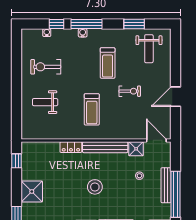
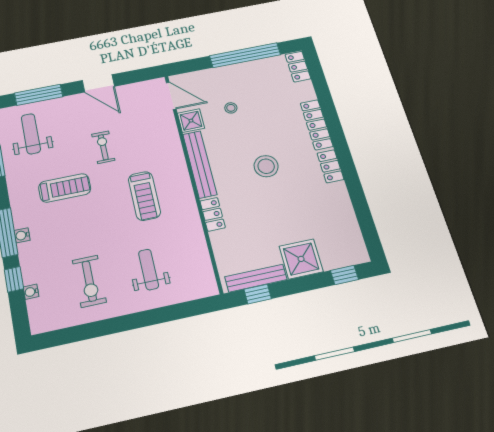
weight bench: (149, 49) -> (31, 134), turned -90
window: (176, 58) -> (39, 95), added
weight bench: (45, 102) -> (149, 269), turned 180
treadmill: (92, 109) -> (144, 196), turned 90
door: (156, 140) -> (171, 96), swing flipped
bench: (166, 185) -> (256, 278), moved

